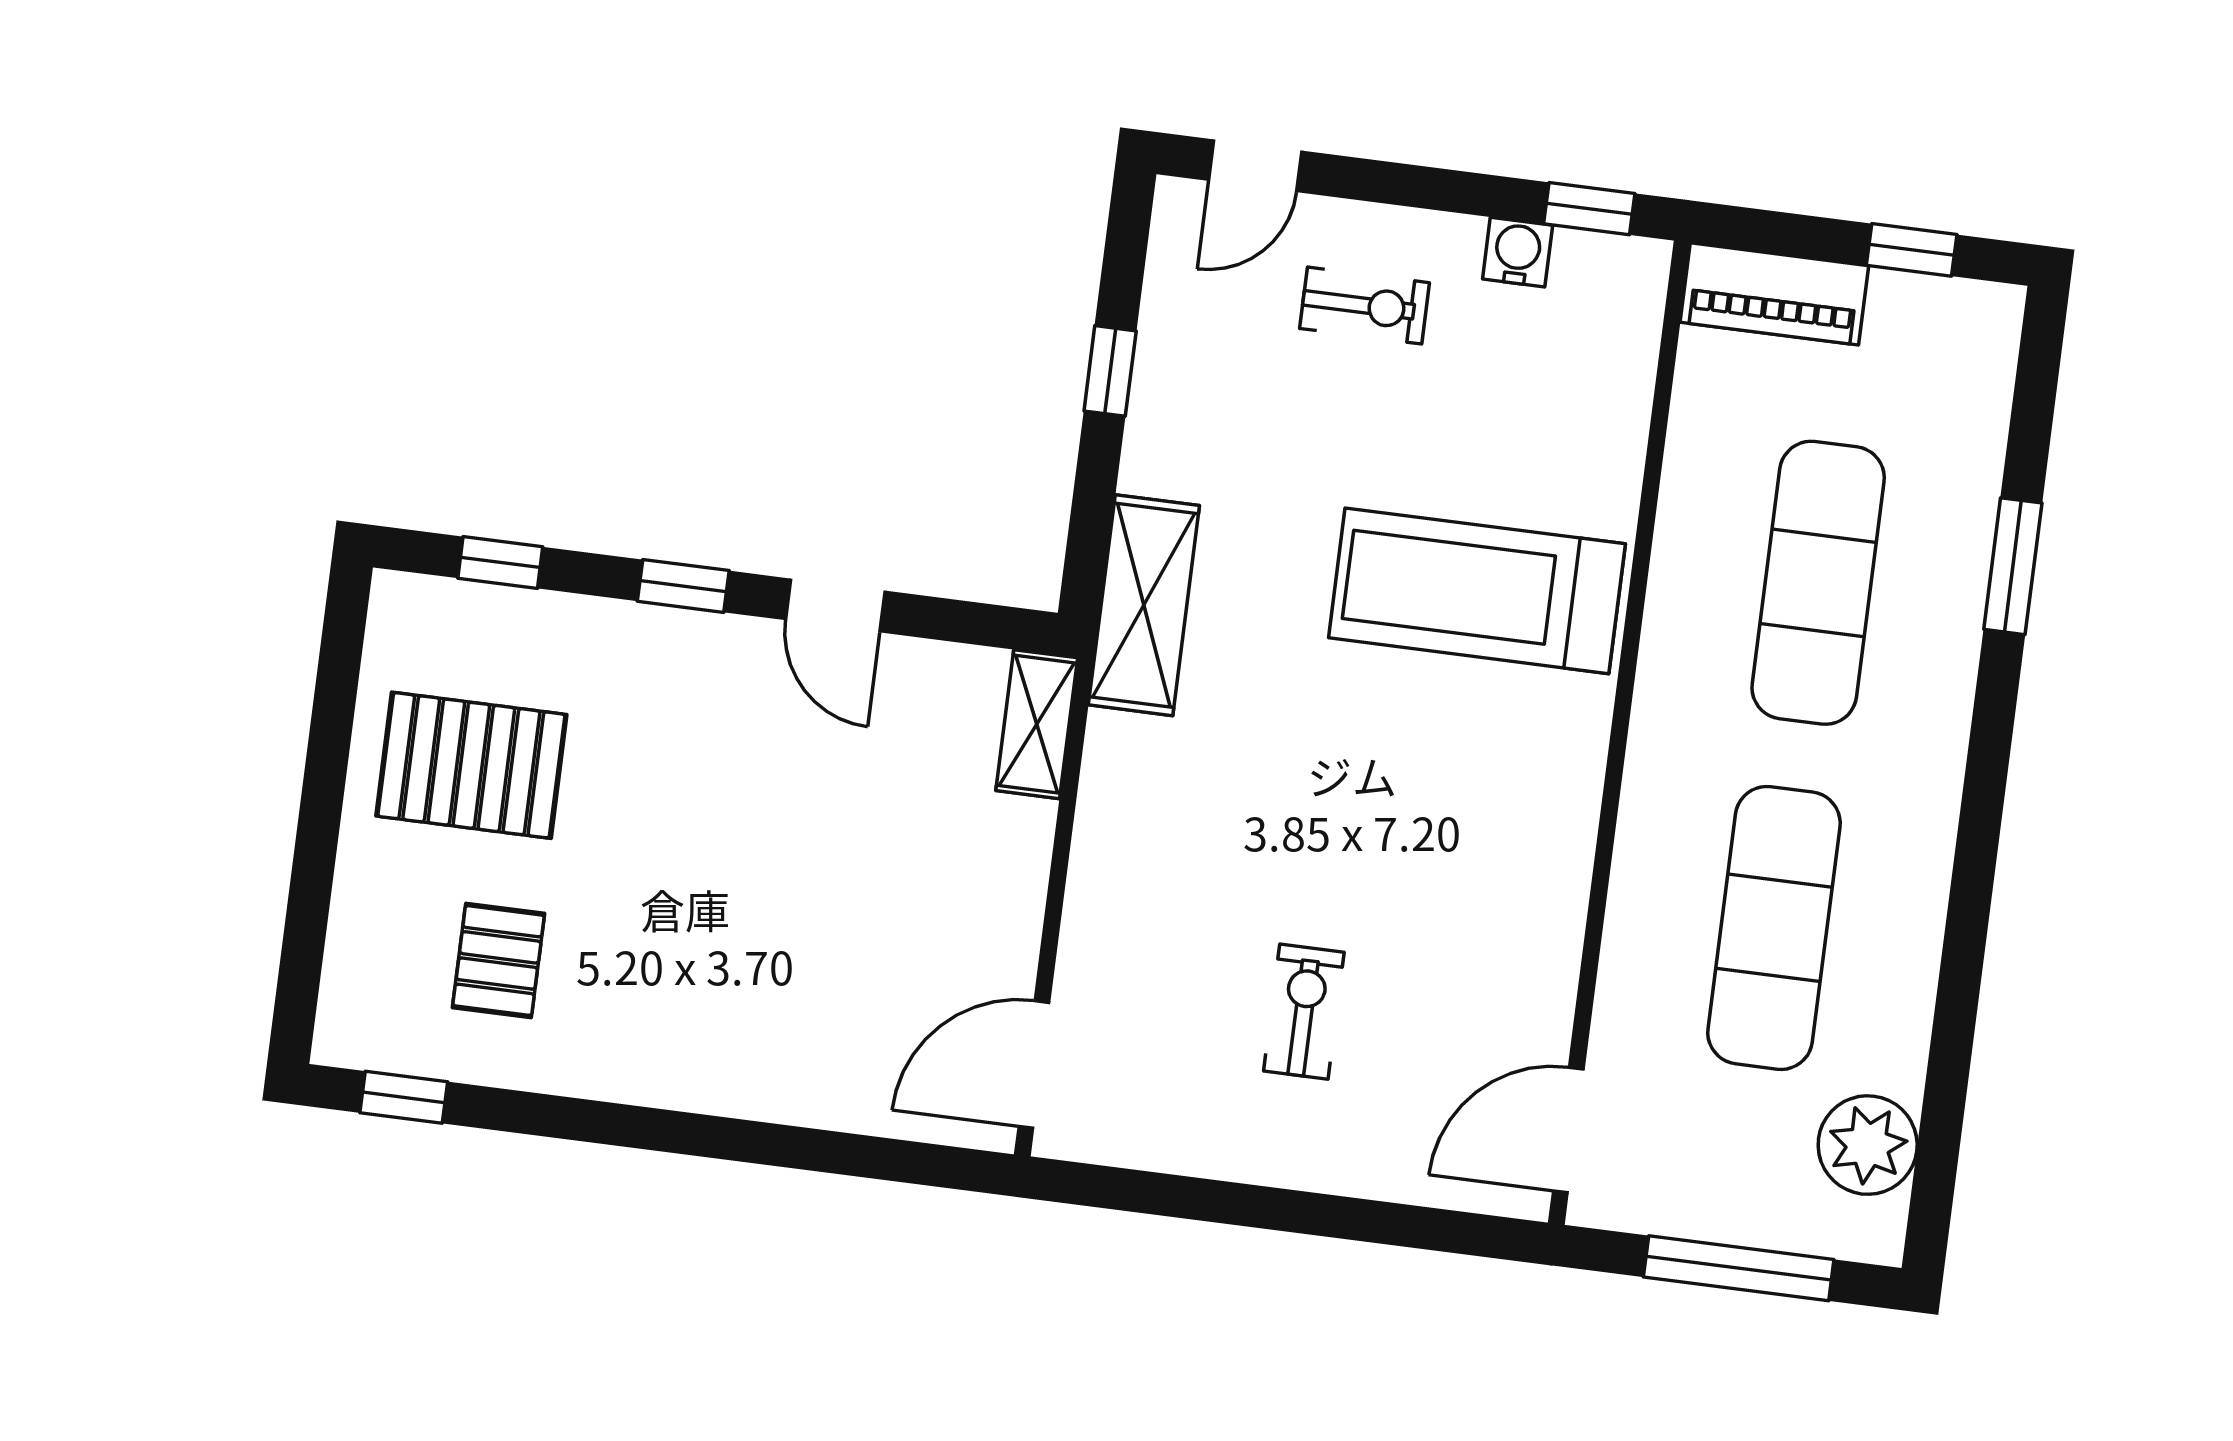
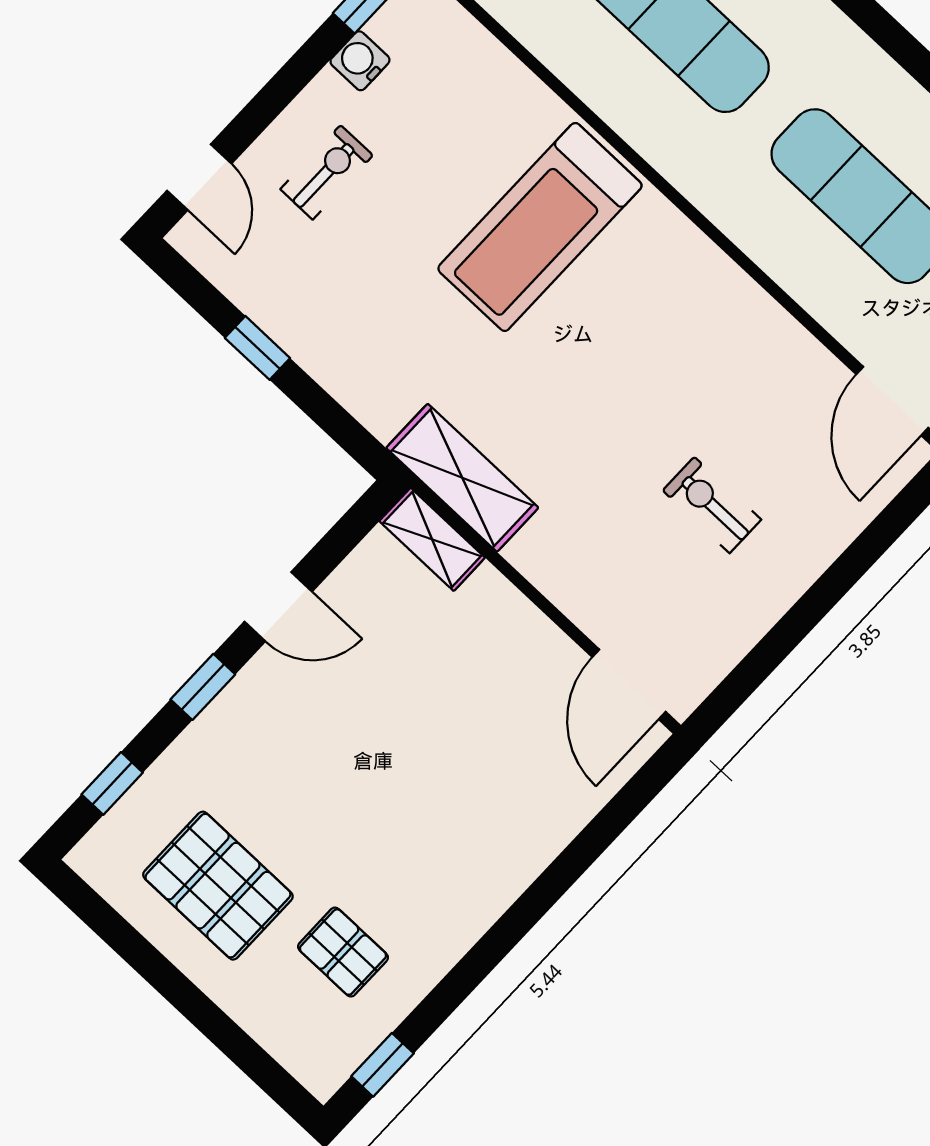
shelving: (1144, 605) -> (462, 478), moved
pallet: (471, 765) -> (218, 886), turned 90

